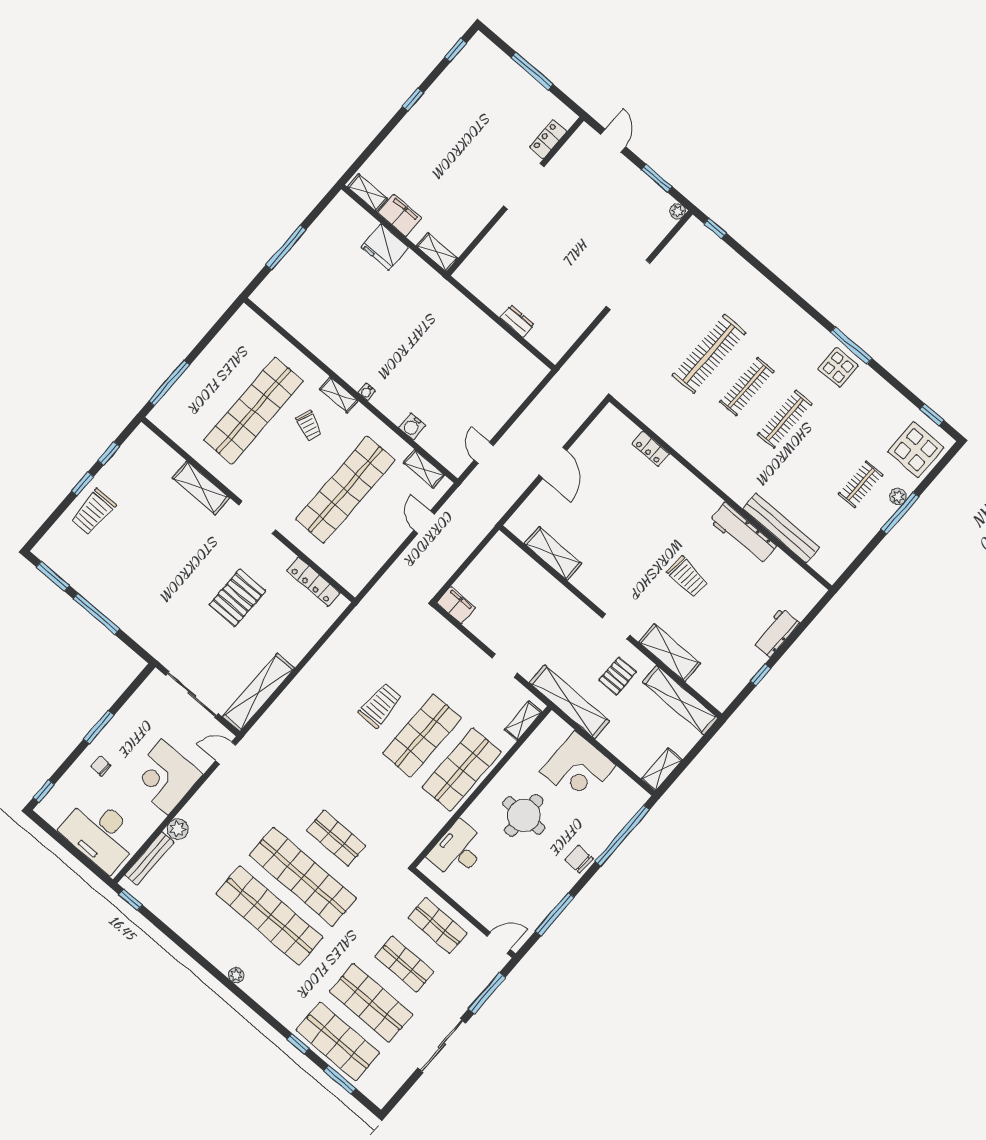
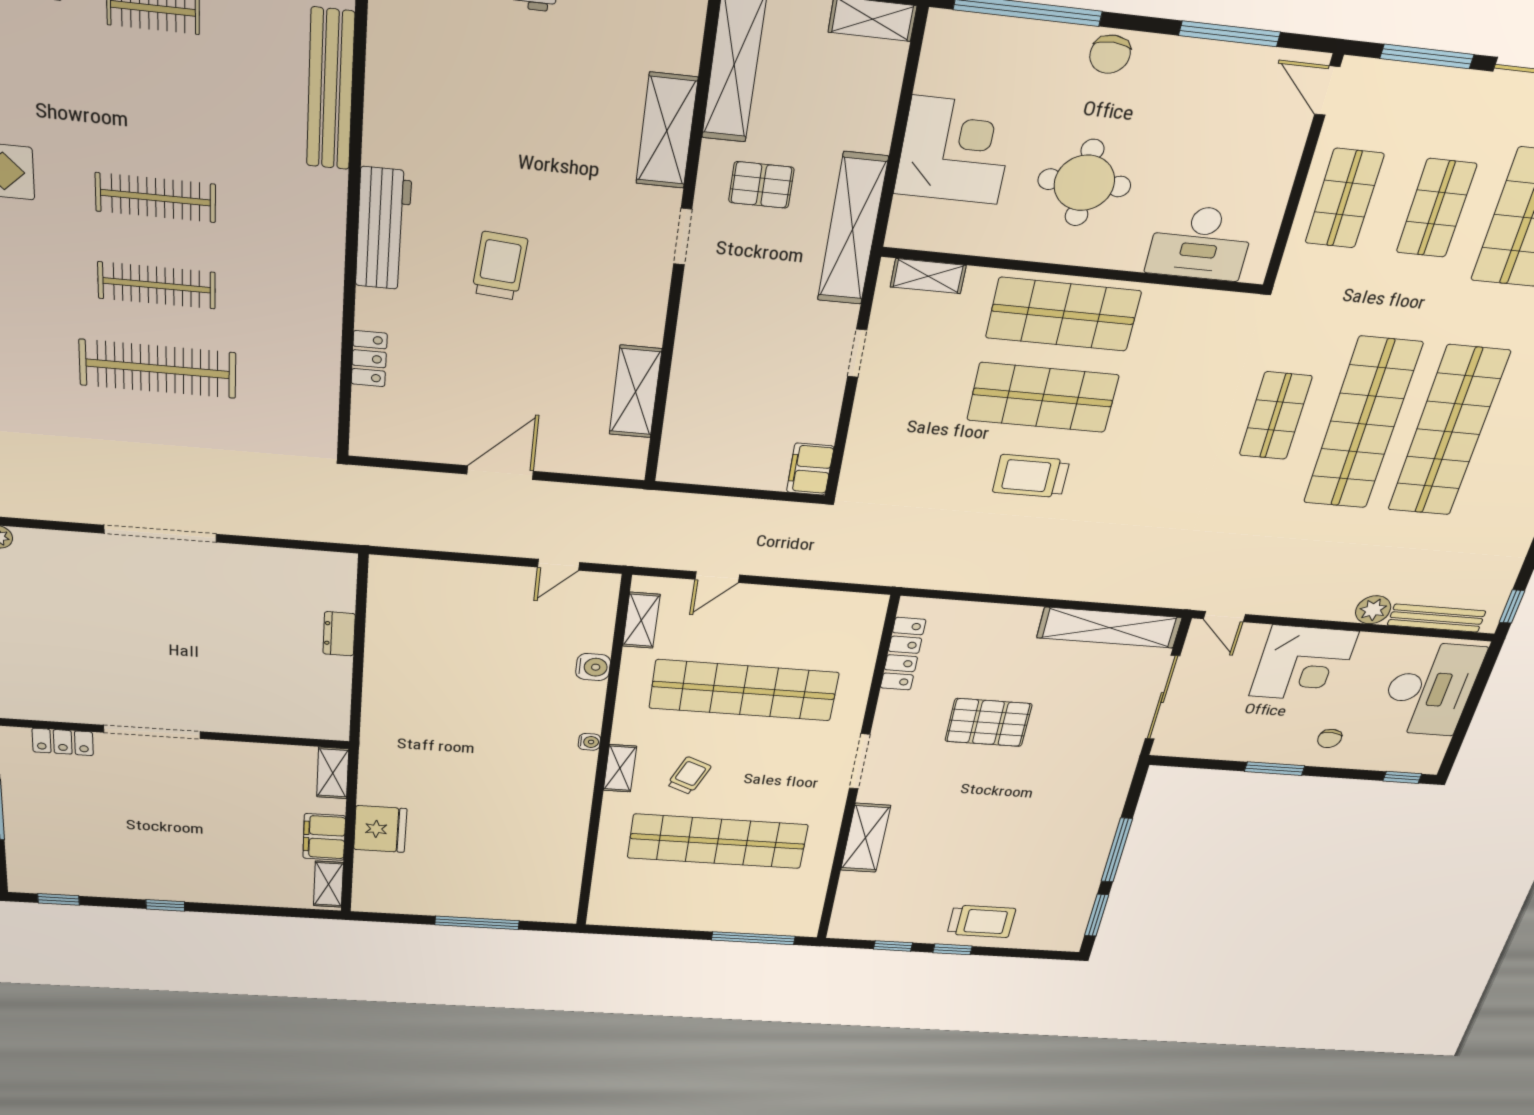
workbench: (743, 533) -> (383, 229), moved
trolley: (687, 577) -> (500, 266), moved

